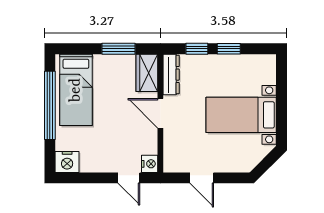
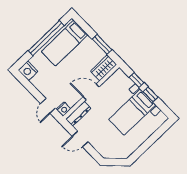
dresser: (171, 75) -> (78, 114), moved
door: (160, 113) -> (91, 92), hinge flipped
bed with nightstands: (241, 115) -> (132, 112), moved, turned -90
door: (202, 178) -> (80, 139), hinge flipped

